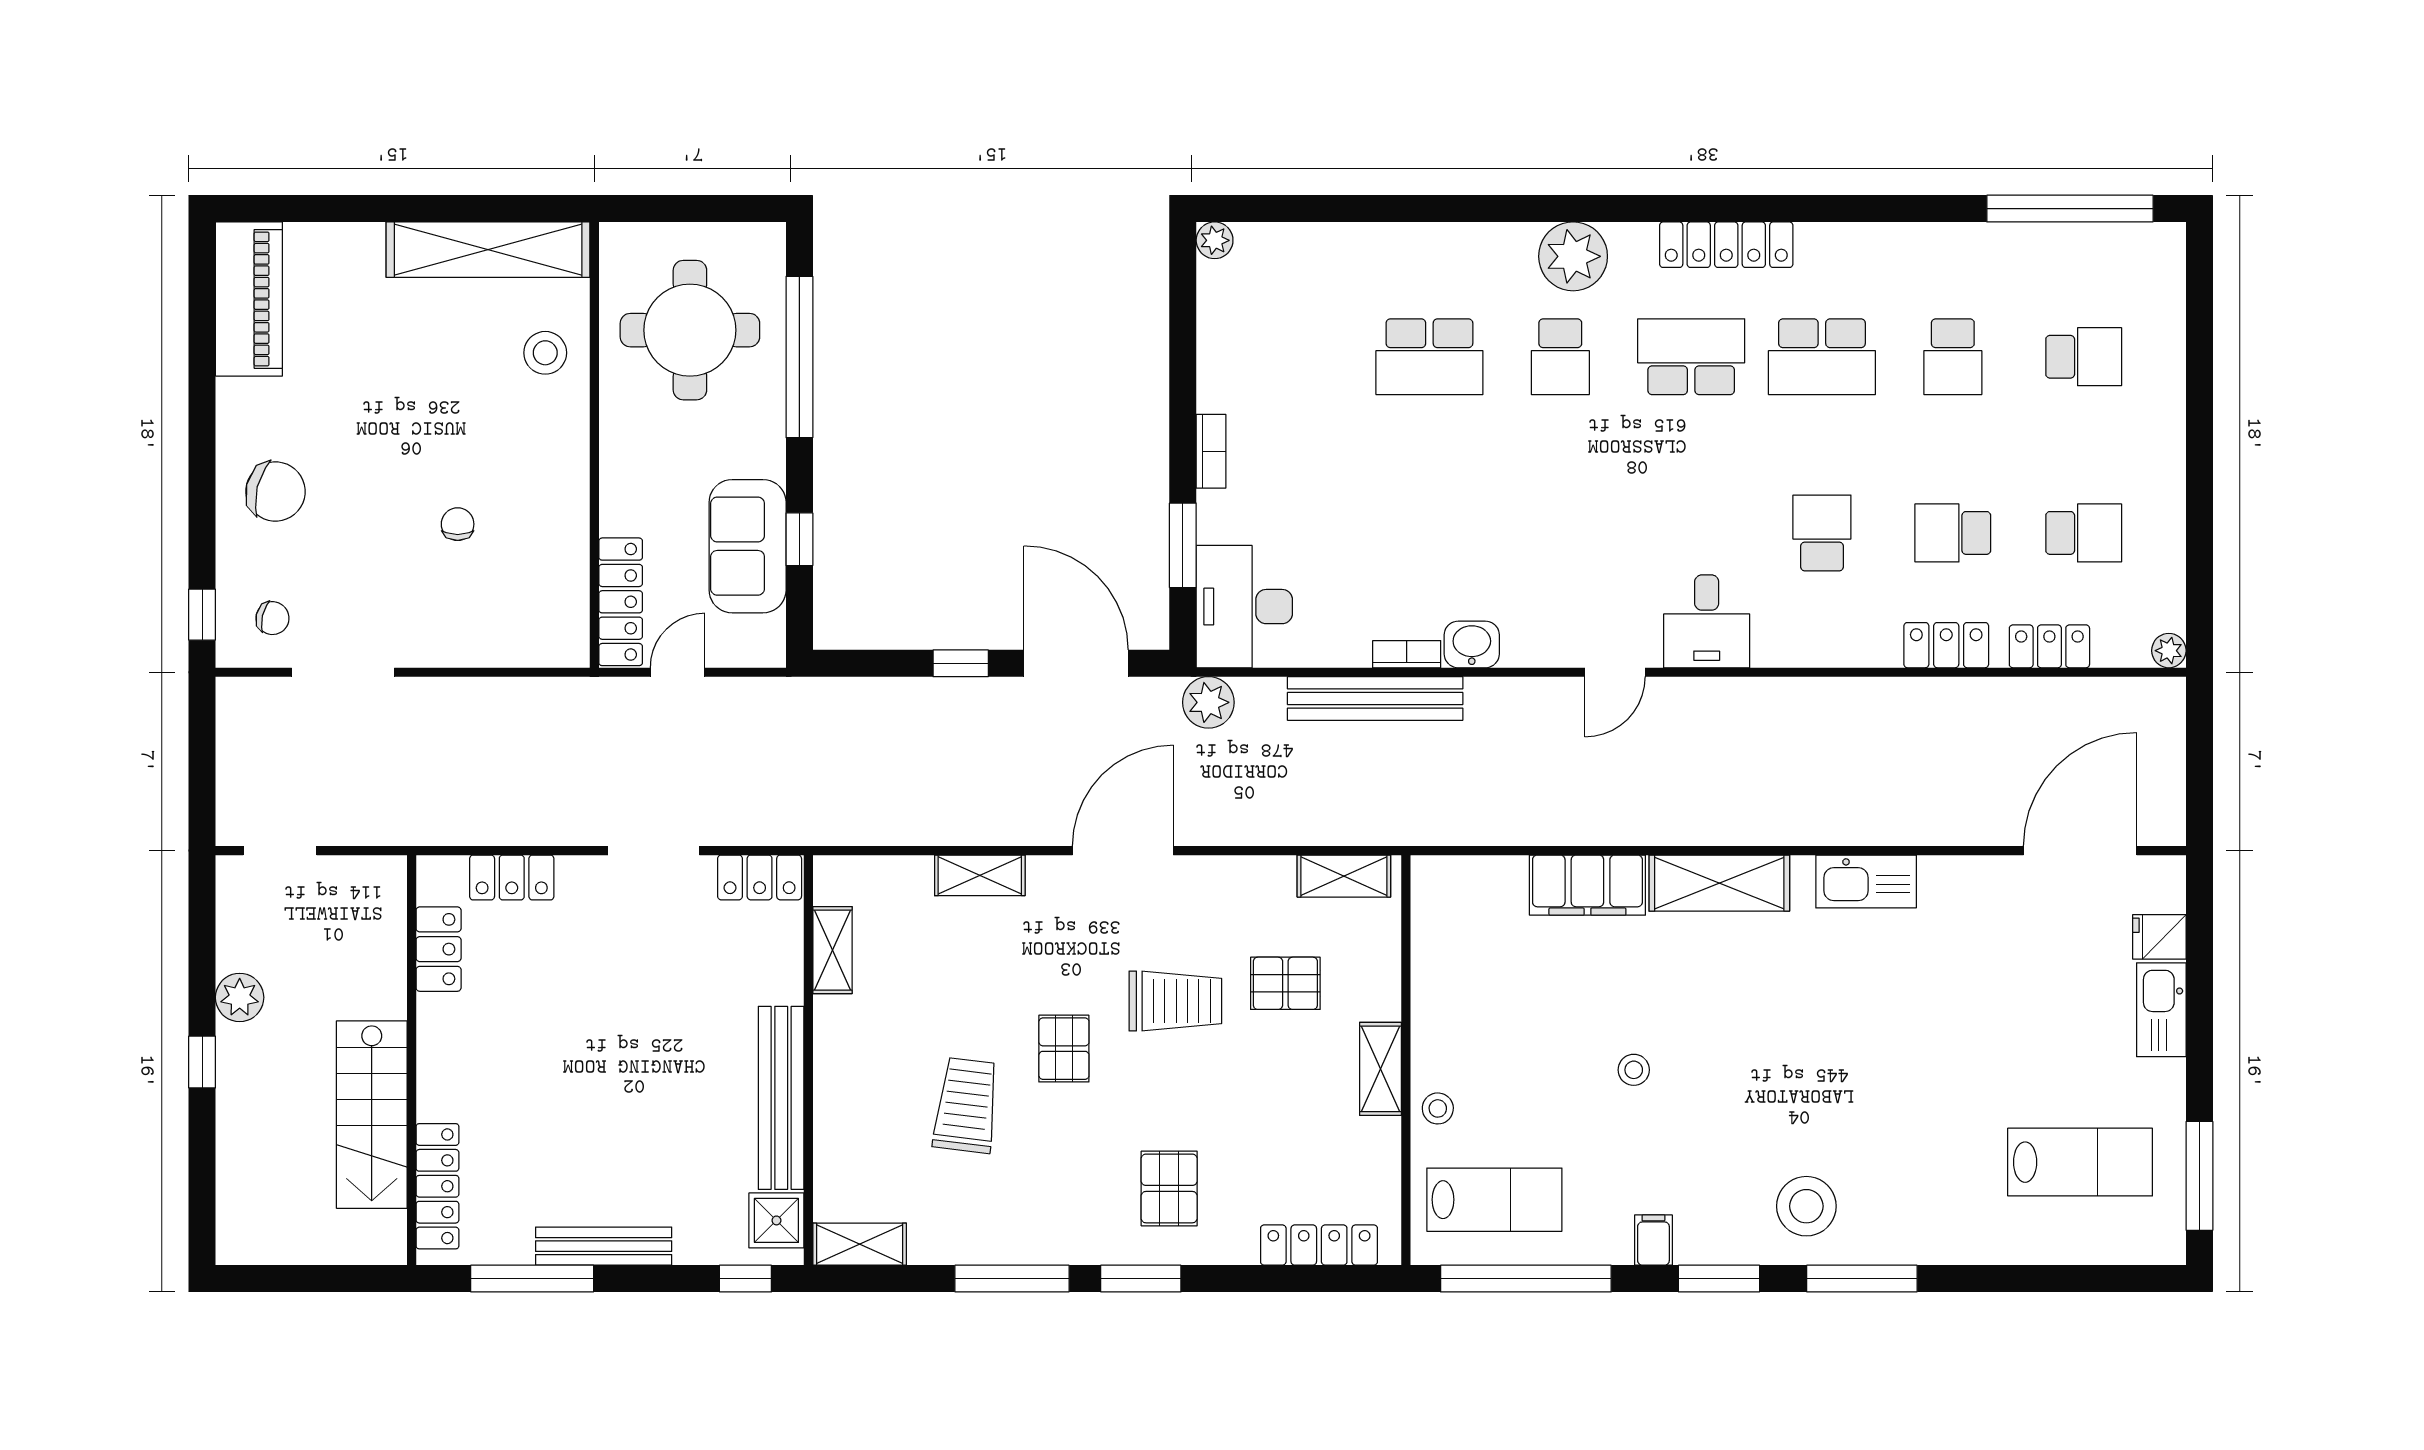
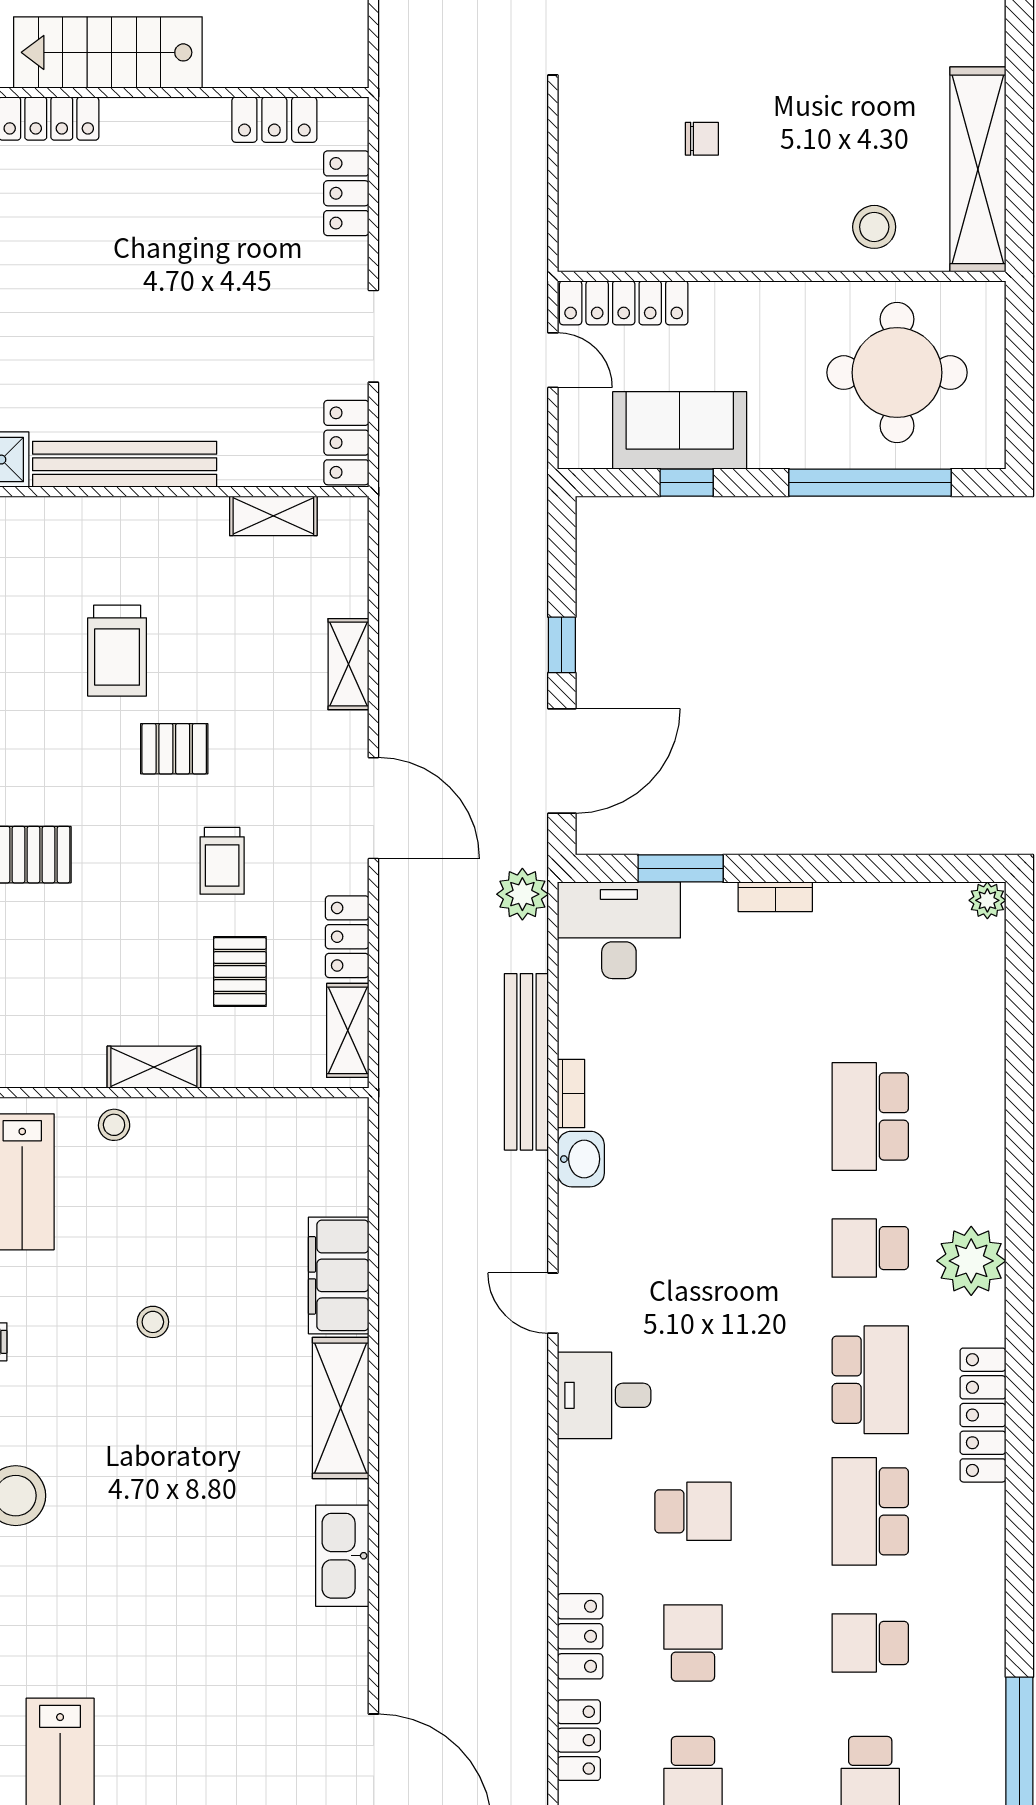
locker: (1251, 877) -> (347, 937), added
trolley: (1175, 1001) -> (222, 861), width x0.73, depth x0.72
trolley: (966, 1105) -> (117, 651), turned 83

